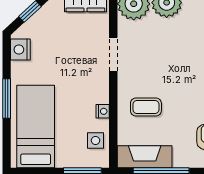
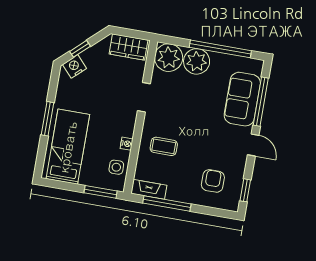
nightstand: (20, 50) -> (75, 66), moved, turned 47
fireplace: (145, 157) -> (149, 189), width x0.73, depth x0.76

